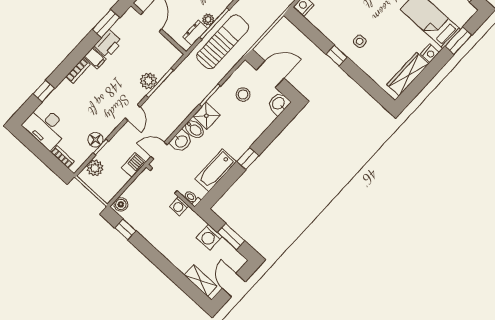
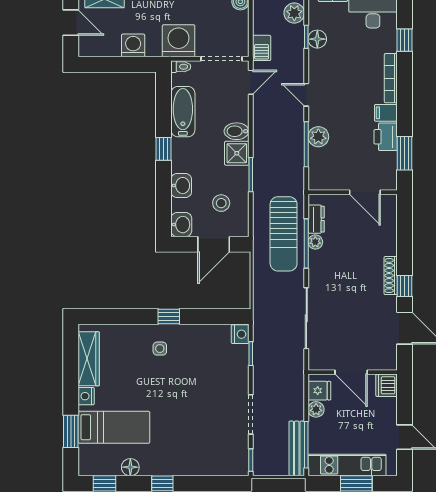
bookcase: (78, 71) -> (391, 78), width x1.56
washbasin: (181, 141) -> (181, 186), moved, turned 180
washing machine: (179, 206) -> (179, 41), width x1.89, depth x1.89
window: (231, 237) -> (114, 64), removed

